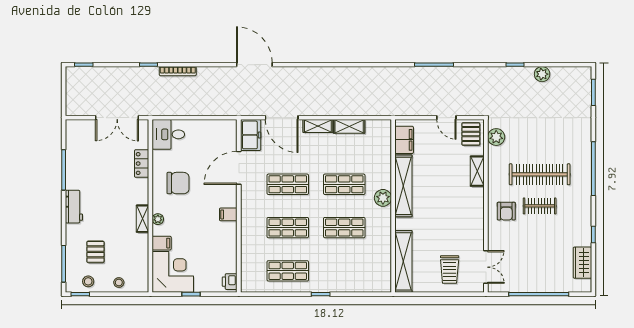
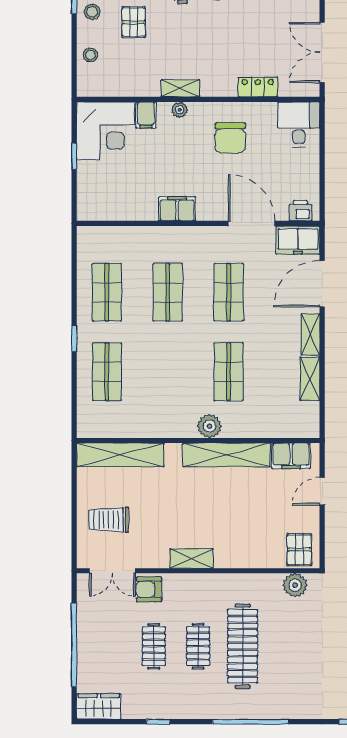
door: (446, 118) -> (322, 491), moved
pallet: (471, 134) -> (299, 550), turned 90
shelving: (477, 171) -> (192, 559), moved
armchair: (506, 211) -> (149, 589), moved
filing cabinet: (228, 214) -> (177, 209), width x2.00
shop shelf: (344, 228) -> (107, 372), moved
clothes rail: (540, 238) -> (154, 646), added
pallet: (95, 252) -> (134, 22), turned 90
wardrobe: (582, 263) -> (99, 706), moved
printer: (230, 282) -> (301, 211), moved

